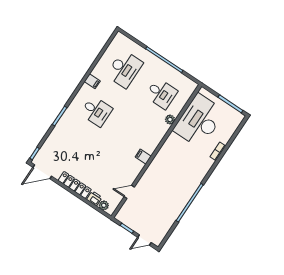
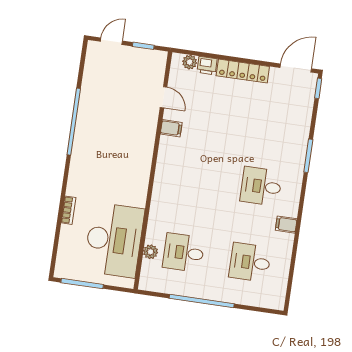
desk: (124, 69) -> (250, 262), width x0.73
plant: (170, 120) -> (151, 252), moved
filing cabinet: (143, 157) -> (171, 128), moved
door: (129, 192) -> (164, 97), hinge flipped

